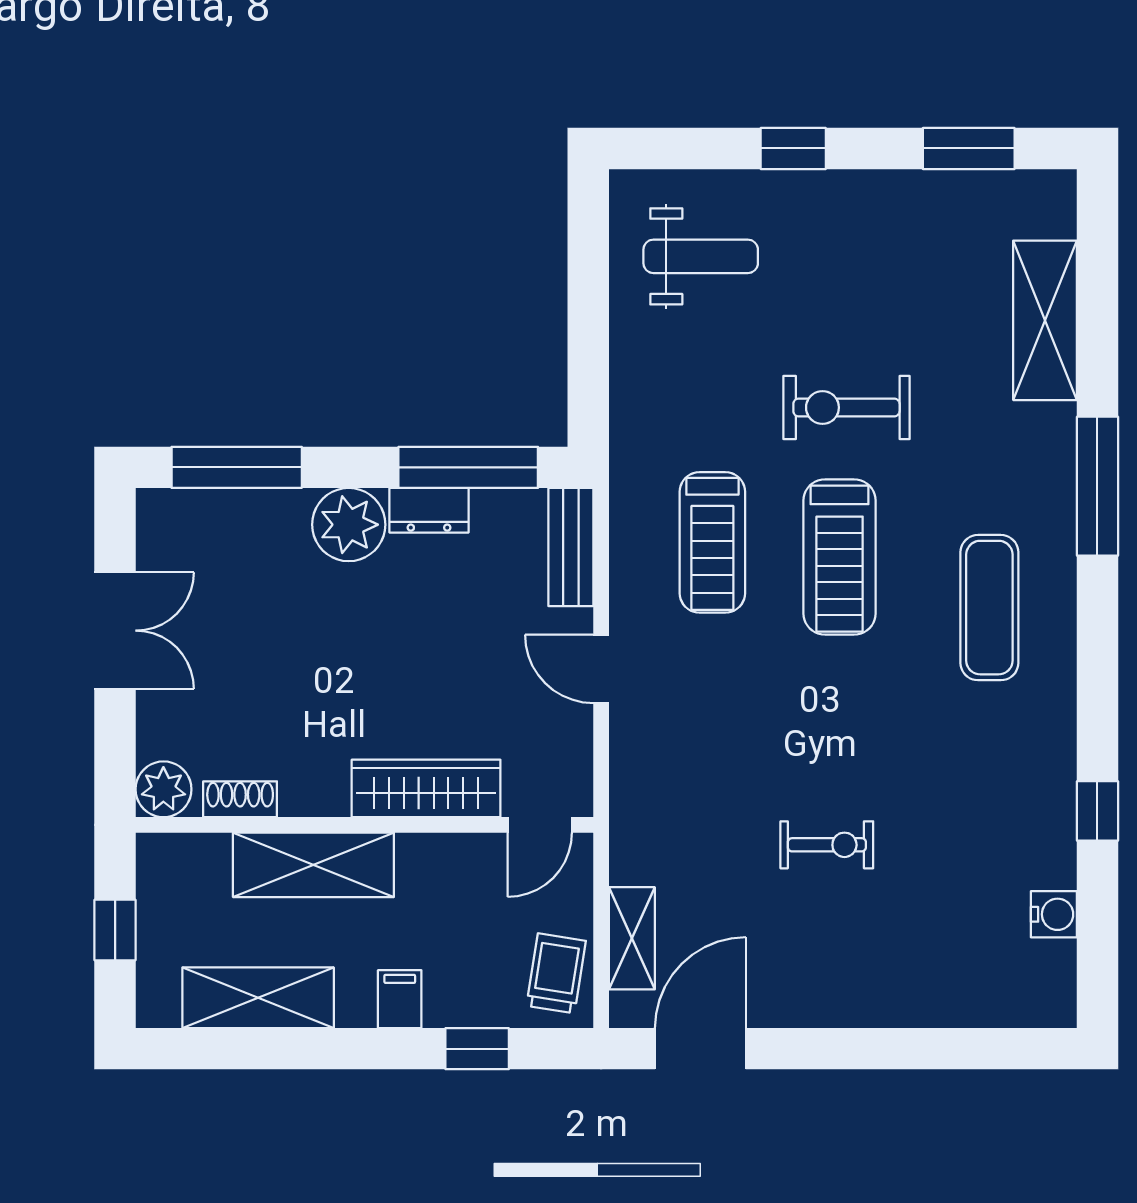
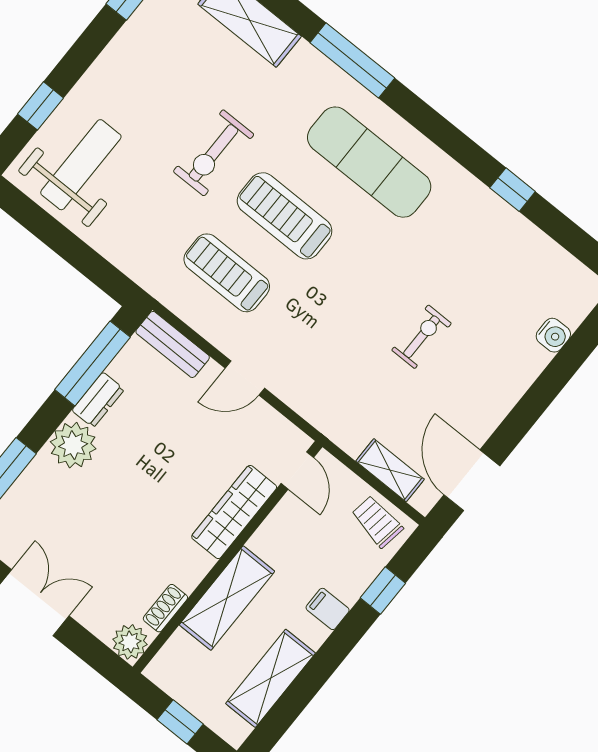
window: (793, 148) -> (40, 106), moved
weight bench: (701, 256) -> (81, 165), width x1.36, depth x1.33
treadmill: (712, 542) -> (227, 273), turned 180
treadmill: (840, 557) -> (285, 216), turned 180
exercise mat: (989, 608) -> (369, 162), width x1.36, depth x1.45
water cooler: (1054, 914) -> (553, 335), moved, turned 90

